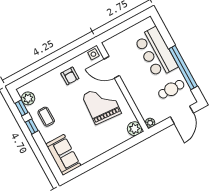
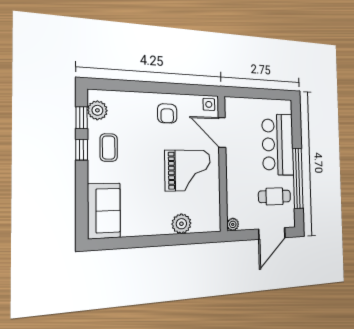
grand piano: (102, 104) -> (188, 170), turned 86
plant: (134, 129) -> (181, 224), moved

